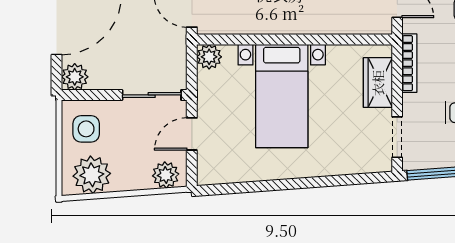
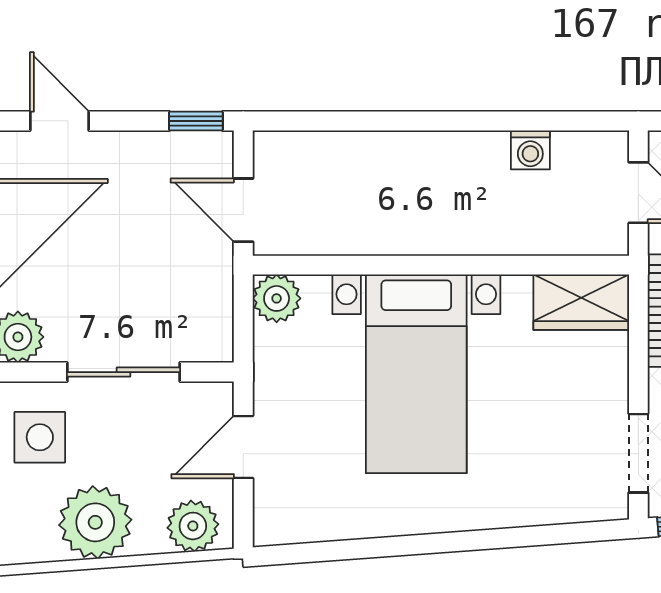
wardrobe: (378, 83) -> (581, 302), moved, turned -90
sliding door: (152, 95) -> (123, 372), moved
plant: (92, 175) -> (95, 522), moved

